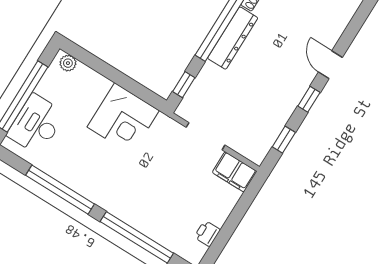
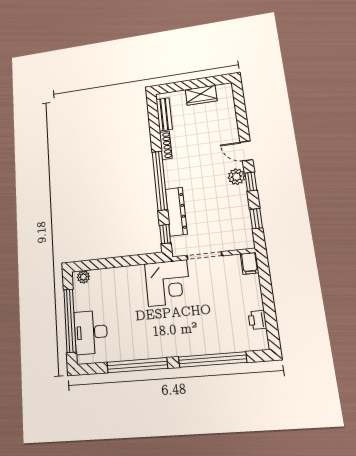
dresser: (233, 38) -> (176, 212), moved
plant: (299, 83) -> (236, 177), added
corner desk: (123, 119) -> (168, 283), moved
filing cabinet: (235, 172) -> (250, 263), width x0.50

